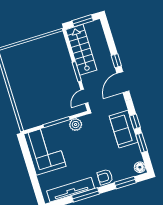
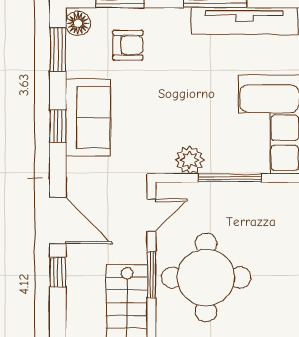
round table: (54, 77) -> (206, 277), added
door: (123, 82) -> (58, 221), hinge flipped
window: (142, 143) -> (58, 49), moved
armchair: (105, 177) -> (128, 45), moved

